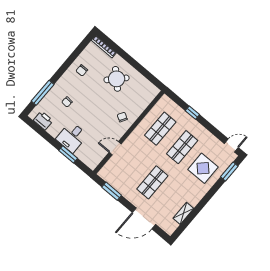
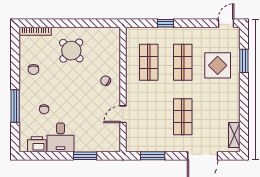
window: (43, 93) -> (15, 106), moved
desk: (72, 137) -> (61, 137), moved
window: (229, 171) -> (244, 61), moved
shelving: (183, 213) -> (234, 135), moved

